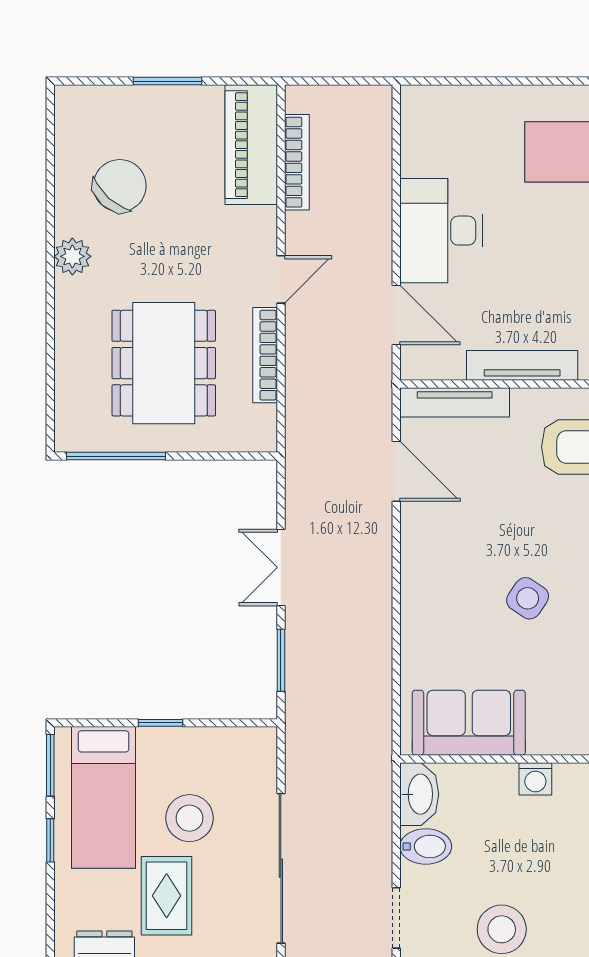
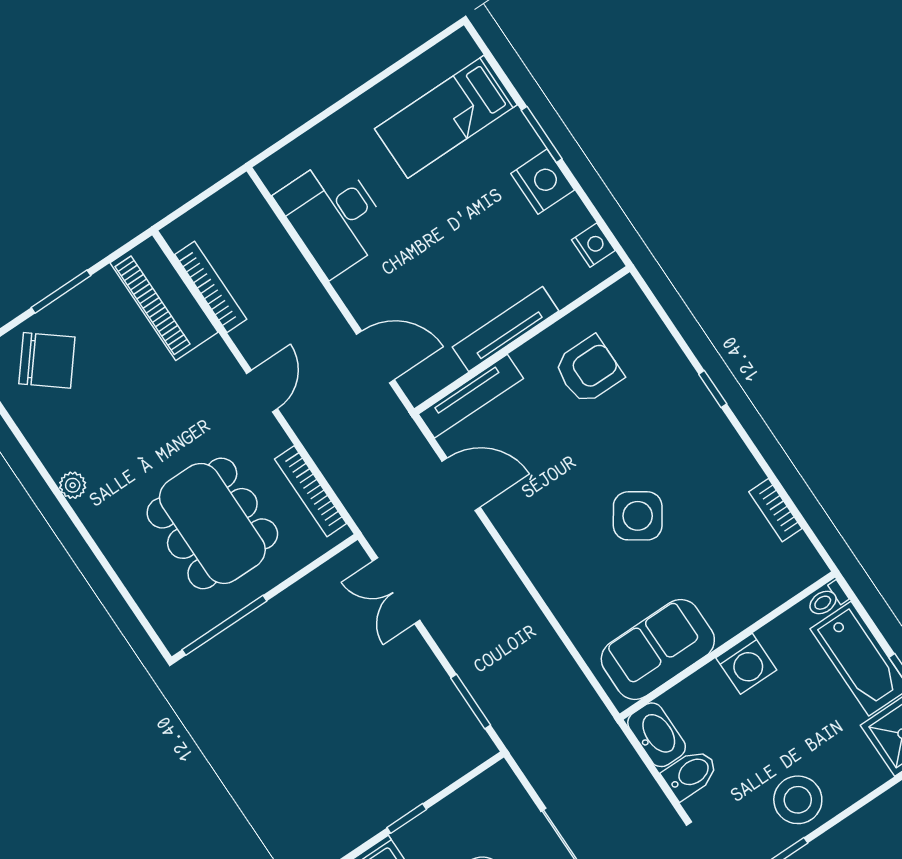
chair: (120, 186) -> (47, 360), moved, turned 87
desk: (441, 231) -> (334, 216), moved
plant: (72, 256) -> (73, 485), width x0.73, depth x0.73
bookcase: (265, 355) -> (311, 491), moved
double door: (281, 567) -> (396, 591), moved
side table: (528, 598) -> (638, 516), width x1.37, depth x1.37
washing machine: (535, 779) -> (746, 664), width x1.38, depth x1.38

